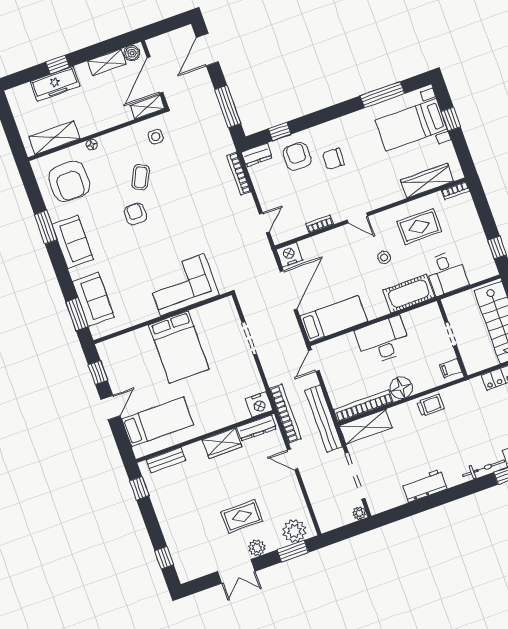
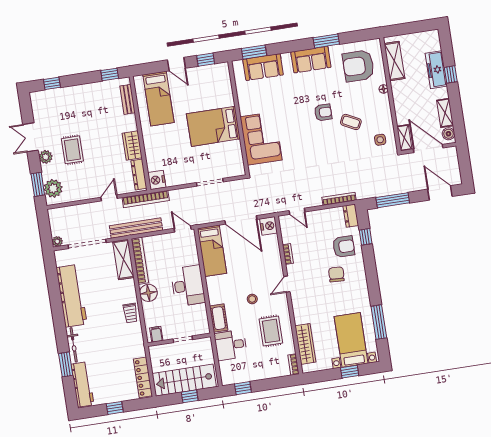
cot: (409, 294) -> (219, 318), width x0.73, depth x0.75
workbench: (424, 486) -> (72, 296), width x1.87, depth x1.32

